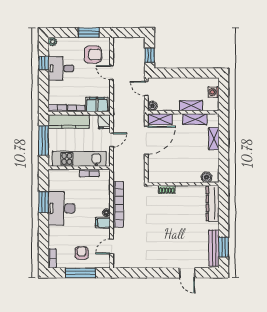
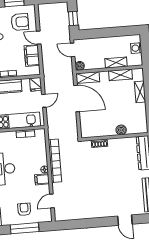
filing cabinet: (97, 105) -> (32, 56), moved, turned -90
door: (146, 140) -> (77, 98), hinge flipped
boiler: (207, 177) -> (121, 130), moved

